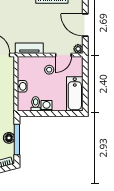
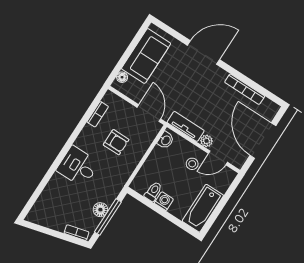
door: (85, 25) -> (263, 141), width x1.36
plant: (78, 49) -> (206, 141), moved
washbasin: (22, 86) -> (166, 140), moved

